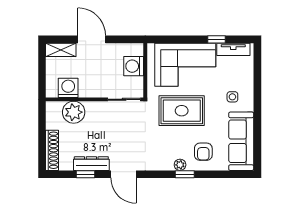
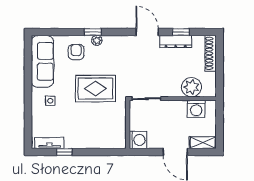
corner sofa: (185, 65) -> (92, 129), removed
washing machine: (134, 66) -> (138, 140), moved

